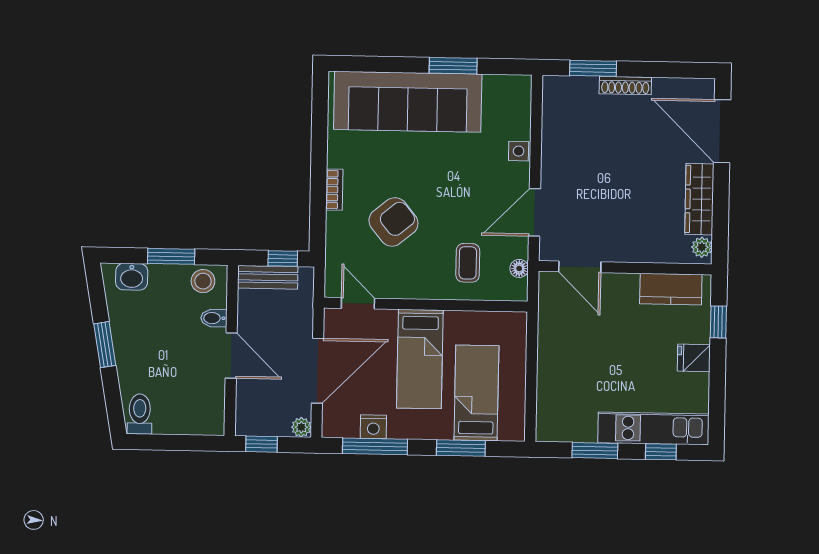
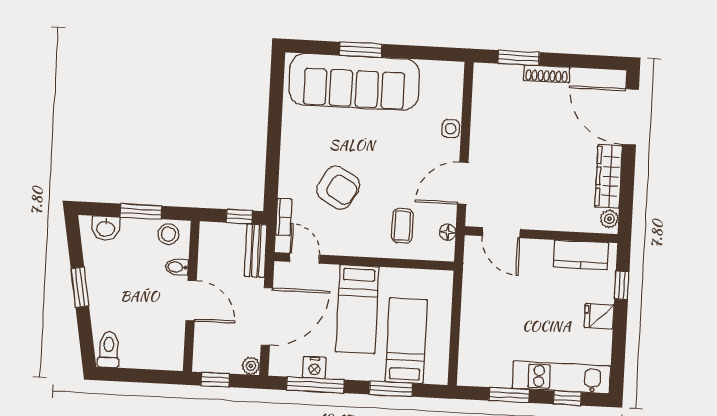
window: (453, 66) -> (361, 50), moved
bookcase: (334, 190) -> (284, 217), moved
armchair: (393, 222) -> (338, 188), turned 68
bench: (268, 277) -> (256, 251), moved, turned 90

